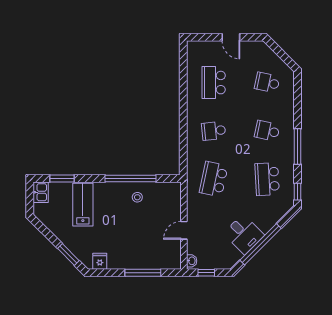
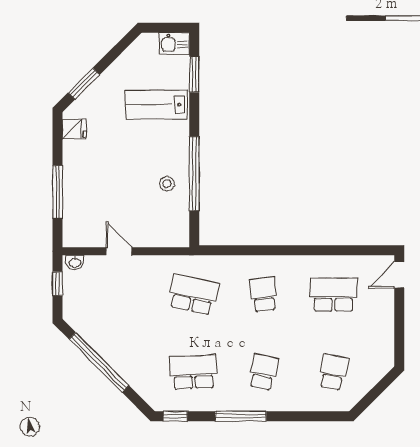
door: (231, 37) -> (399, 275), moved
lab bench: (83, 205) -> (156, 105), turned 180
desk: (244, 234) -> (113, 338), removed

